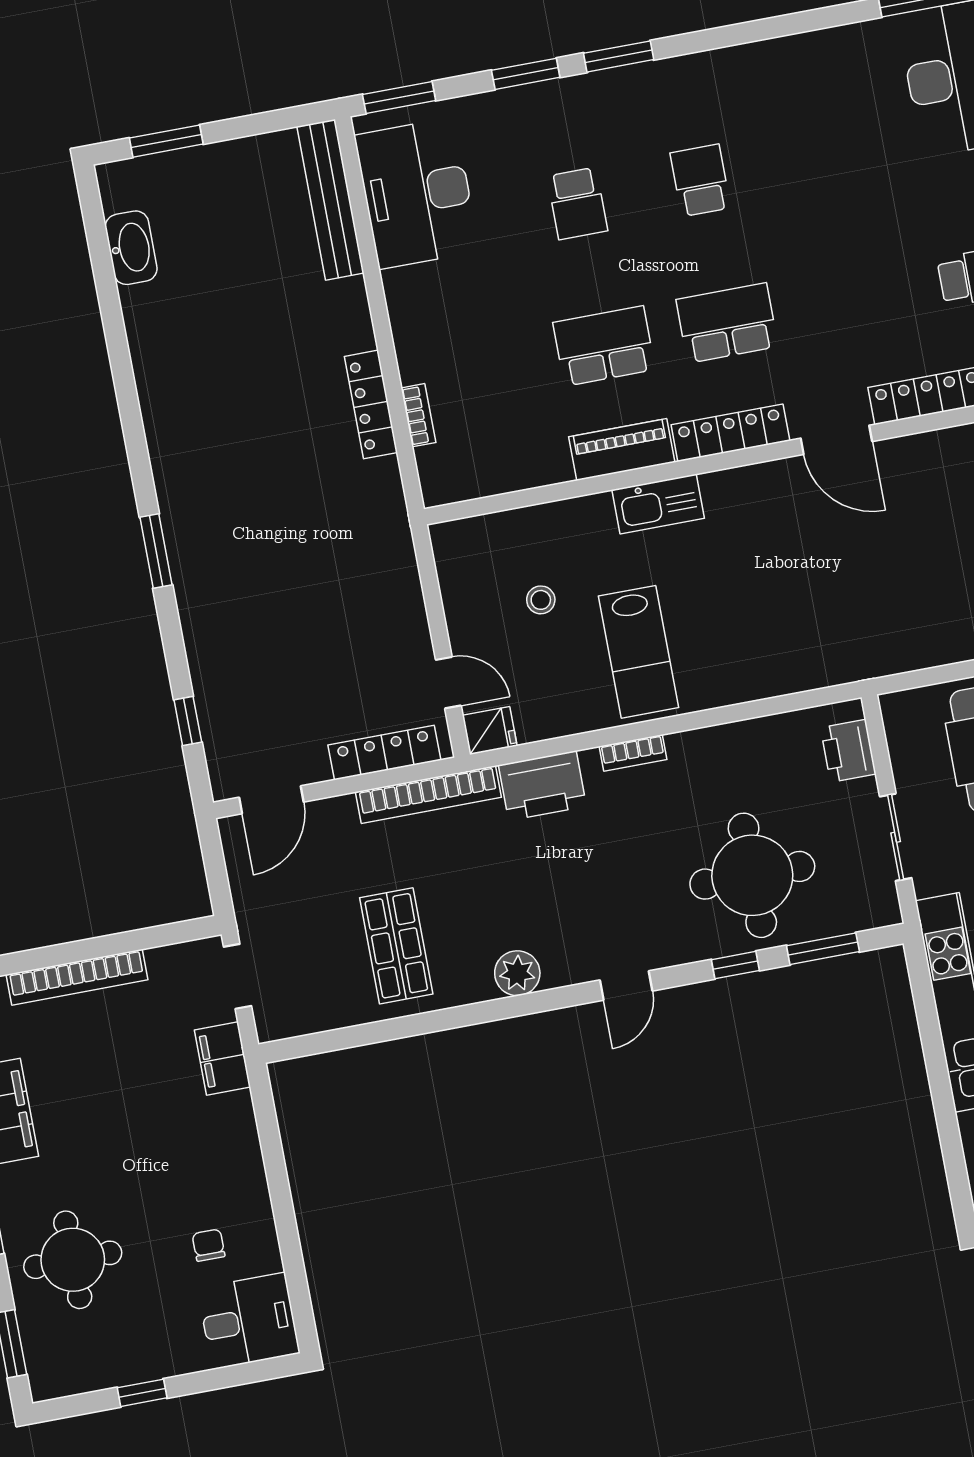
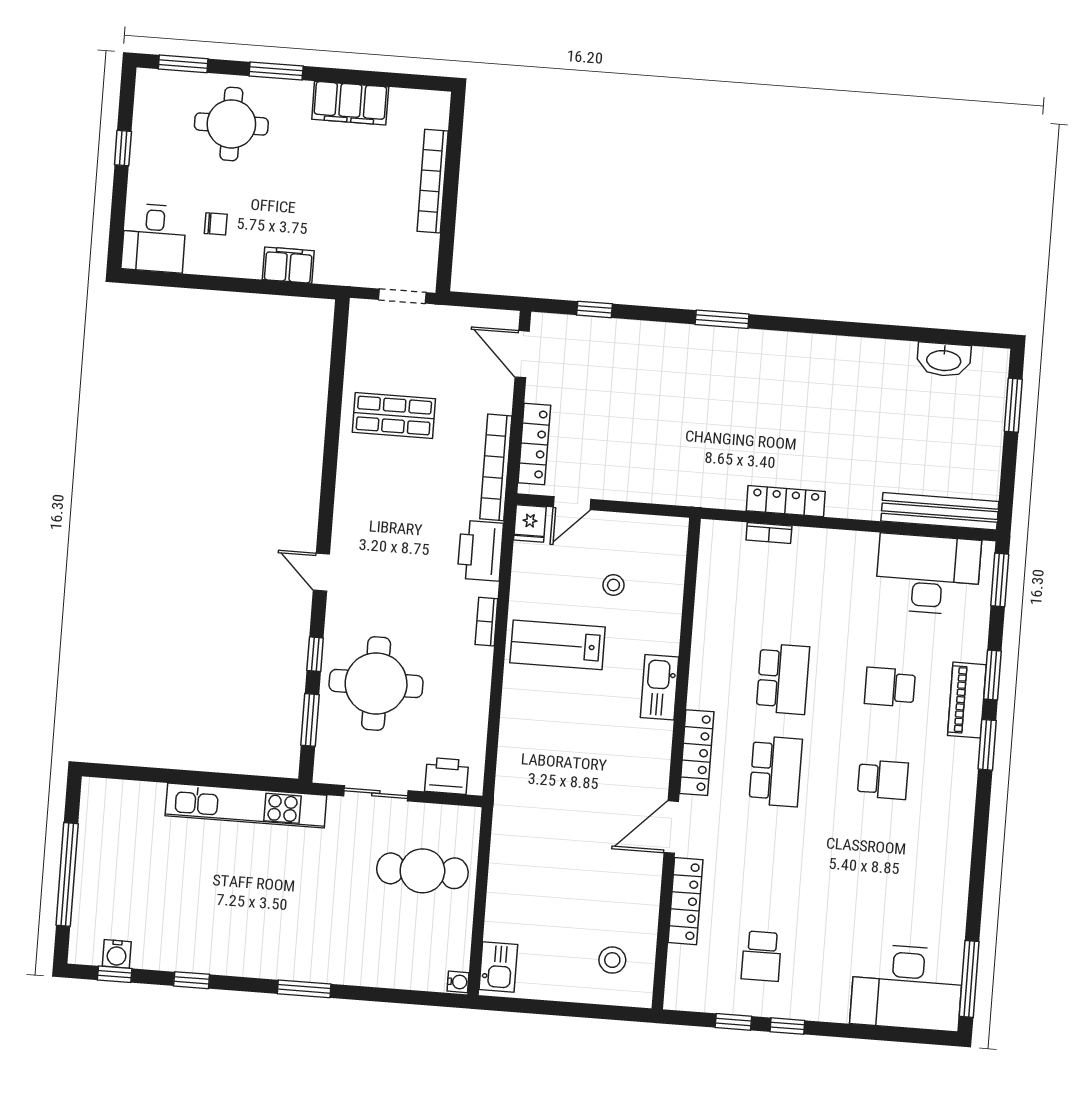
piano: (622, 450) -> (967, 700), moved, turned 180
plant: (517, 973) -> (351, 497), removed
filing cabinet: (222, 1059) -> (288, 265), moved

